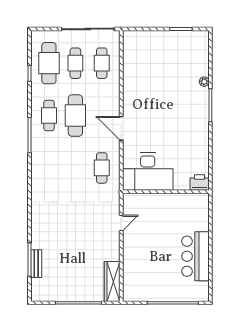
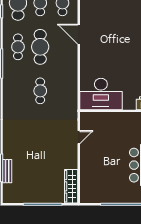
door: (121, 128) -> (79, 34), moved
cafe table: (102, 168) -> (40, 91), moved

